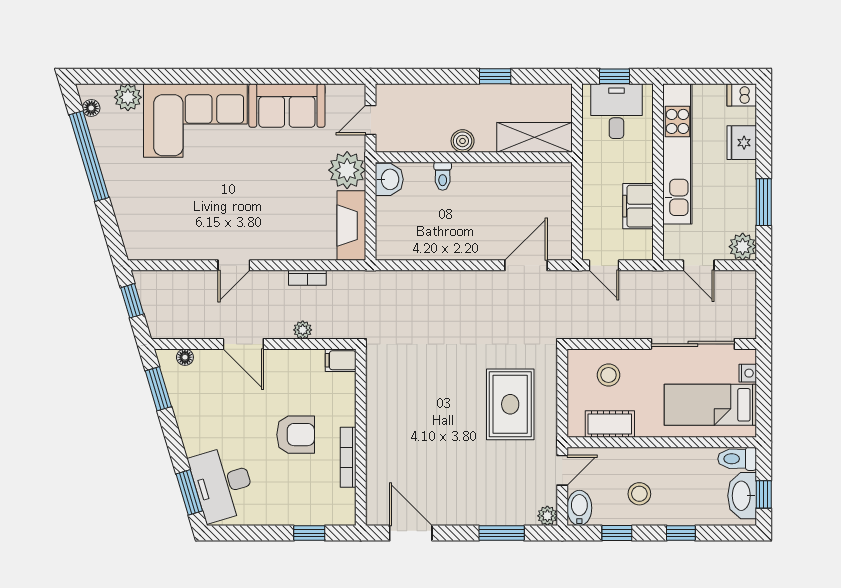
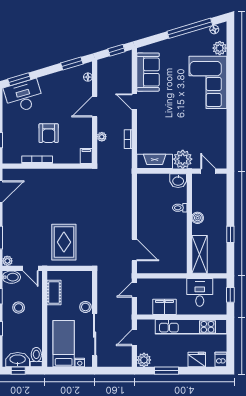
sofa: (287, 105) -> (148, 72), moved, turned 180
desk: (616, 111) -> (200, 292), moved, turned -90
stool: (609, 375) -> (85, 307), moved
rug: (510, 404) -> (64, 242), turned 90

